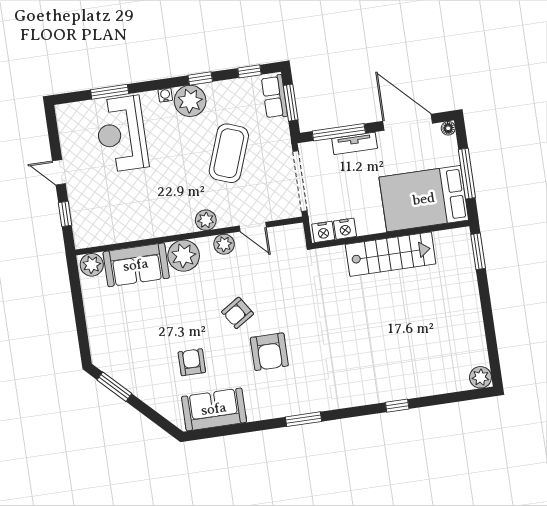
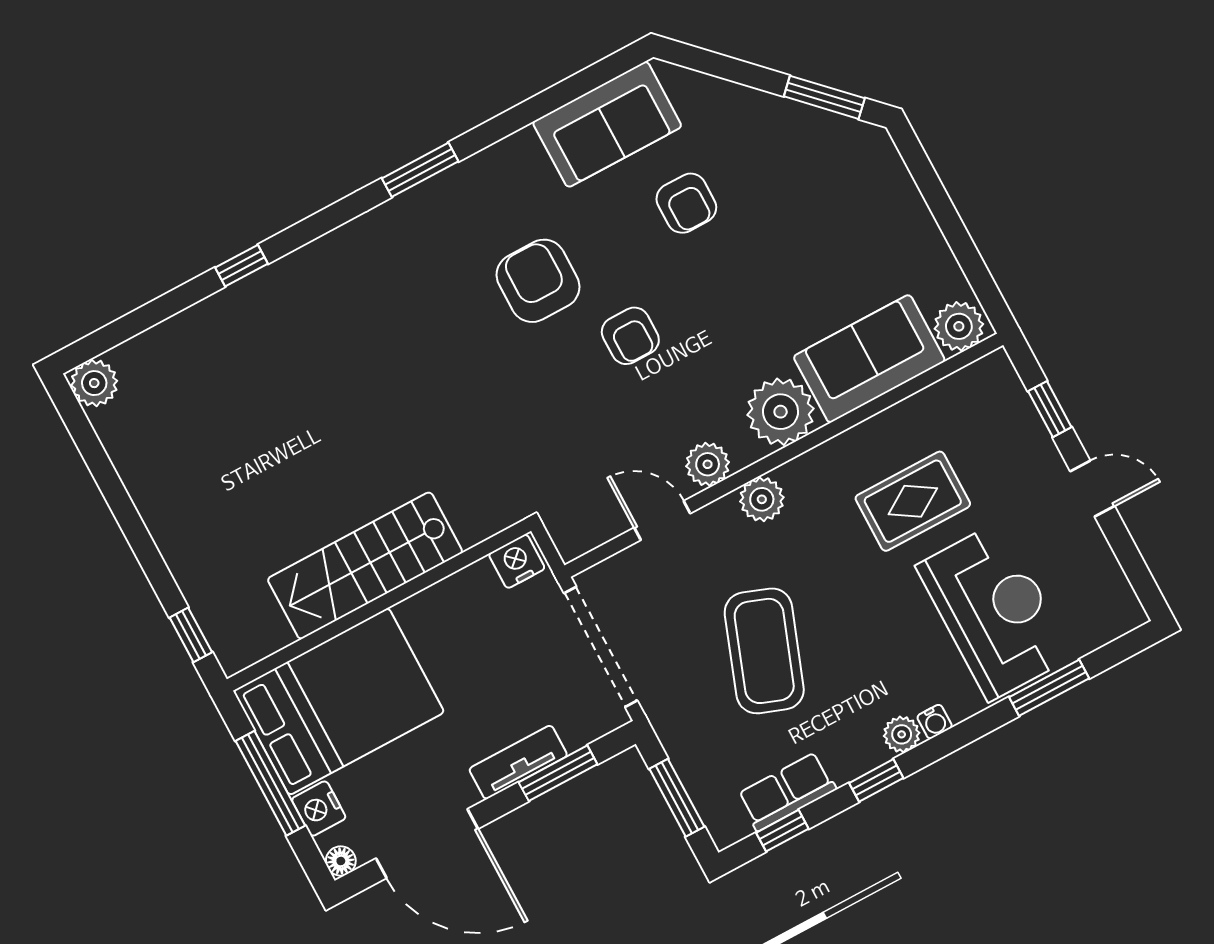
row of seats: (274, 97) -> (787, 792), moved, turned -90
plant: (190, 101) -> (902, 734), width x0.53, depth x0.53
window: (339, 132) -> (558, 773), width x0.69
rug: (140, 195) -> (913, 501), added
nightstand: (345, 229) -> (319, 809), moved, turned -90
window: (478, 251) -> (191, 635), width x0.67
armchair: (238, 313) -> (630, 336), turned 123

